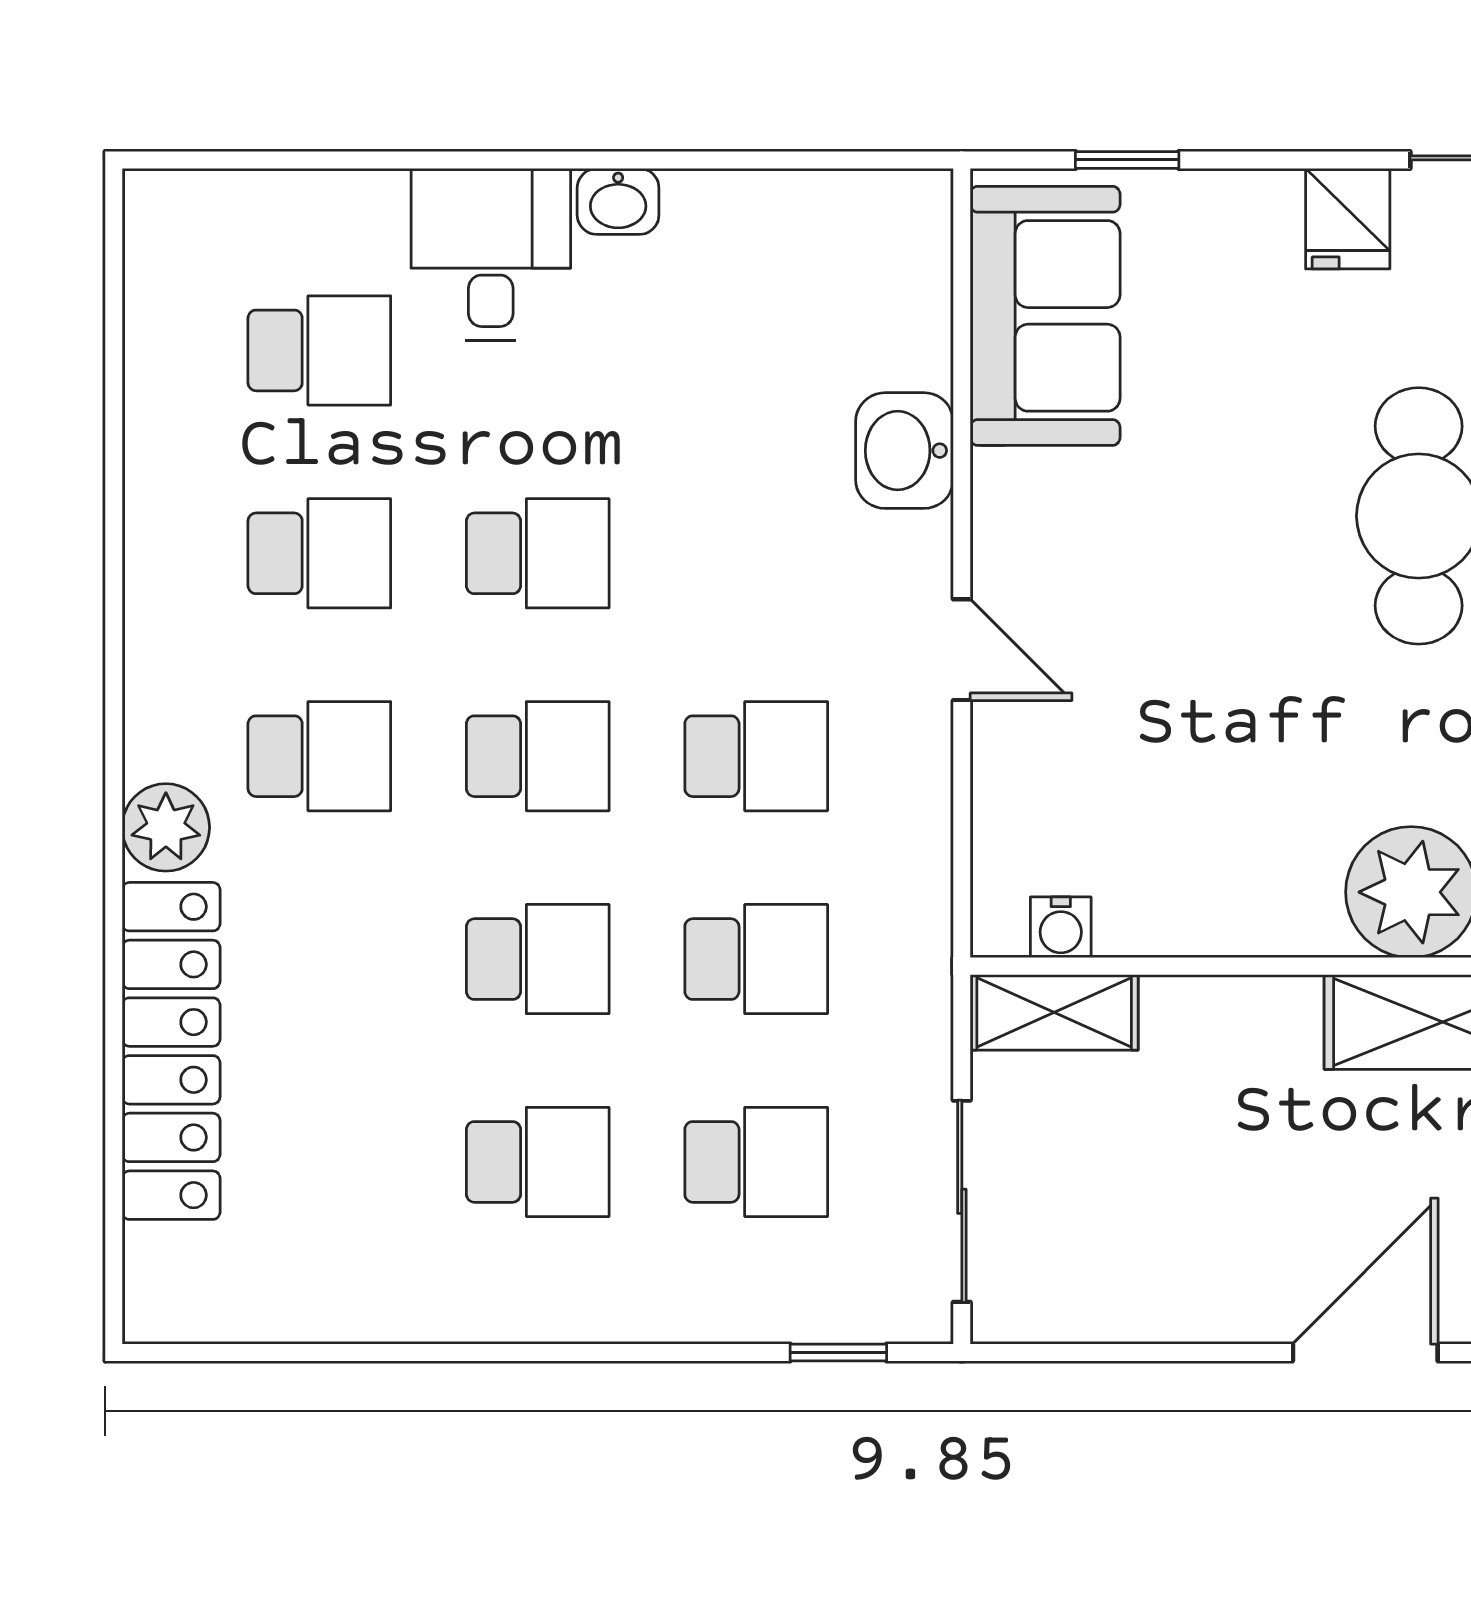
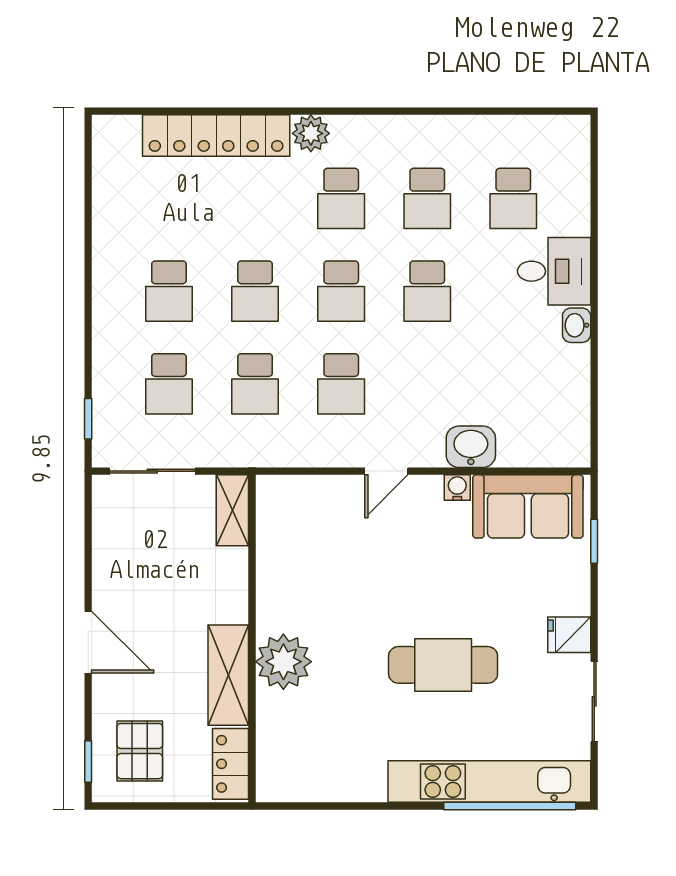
water cooler: (1061, 927) -> (457, 488), moved, turned 90

